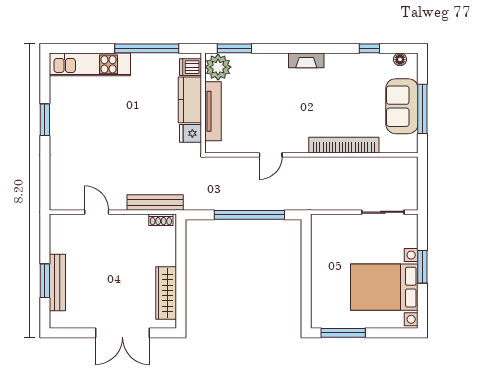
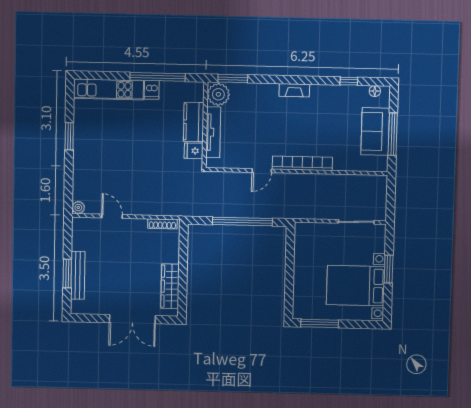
dishwasher: (191, 67) -> (152, 90), moved, turned -90
bookcase: (344, 145) -> (302, 163), moved
plant: (57, 203) -> (78, 208), added
bench: (155, 203) -> (162, 209), removed
shoe rack: (161, 220) -> (162, 224), width x1.43

